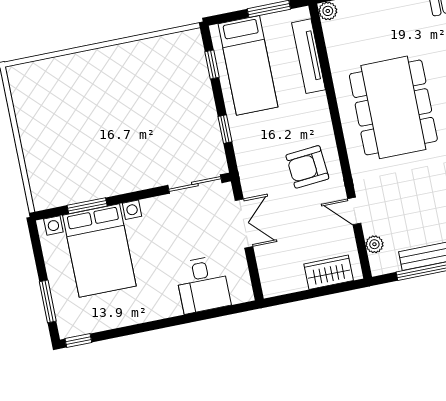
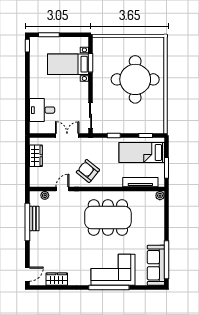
round table: (103, 109) -> (135, 79), added
armchair: (307, 167) -> (88, 171), turned -46
double door: (244, 224) -> (67, 135), swing flipped
bed with nightstands: (99, 251) -> (68, 64), width x0.73
wardrobe: (329, 272) -> (36, 156), moved

